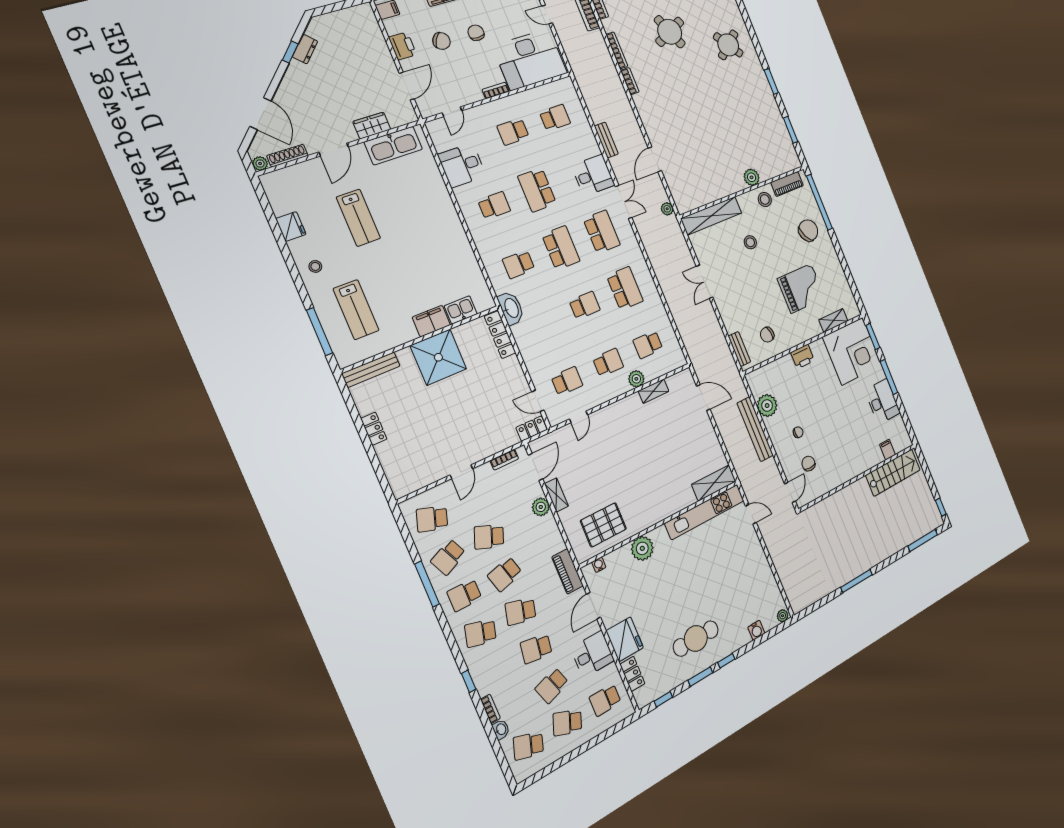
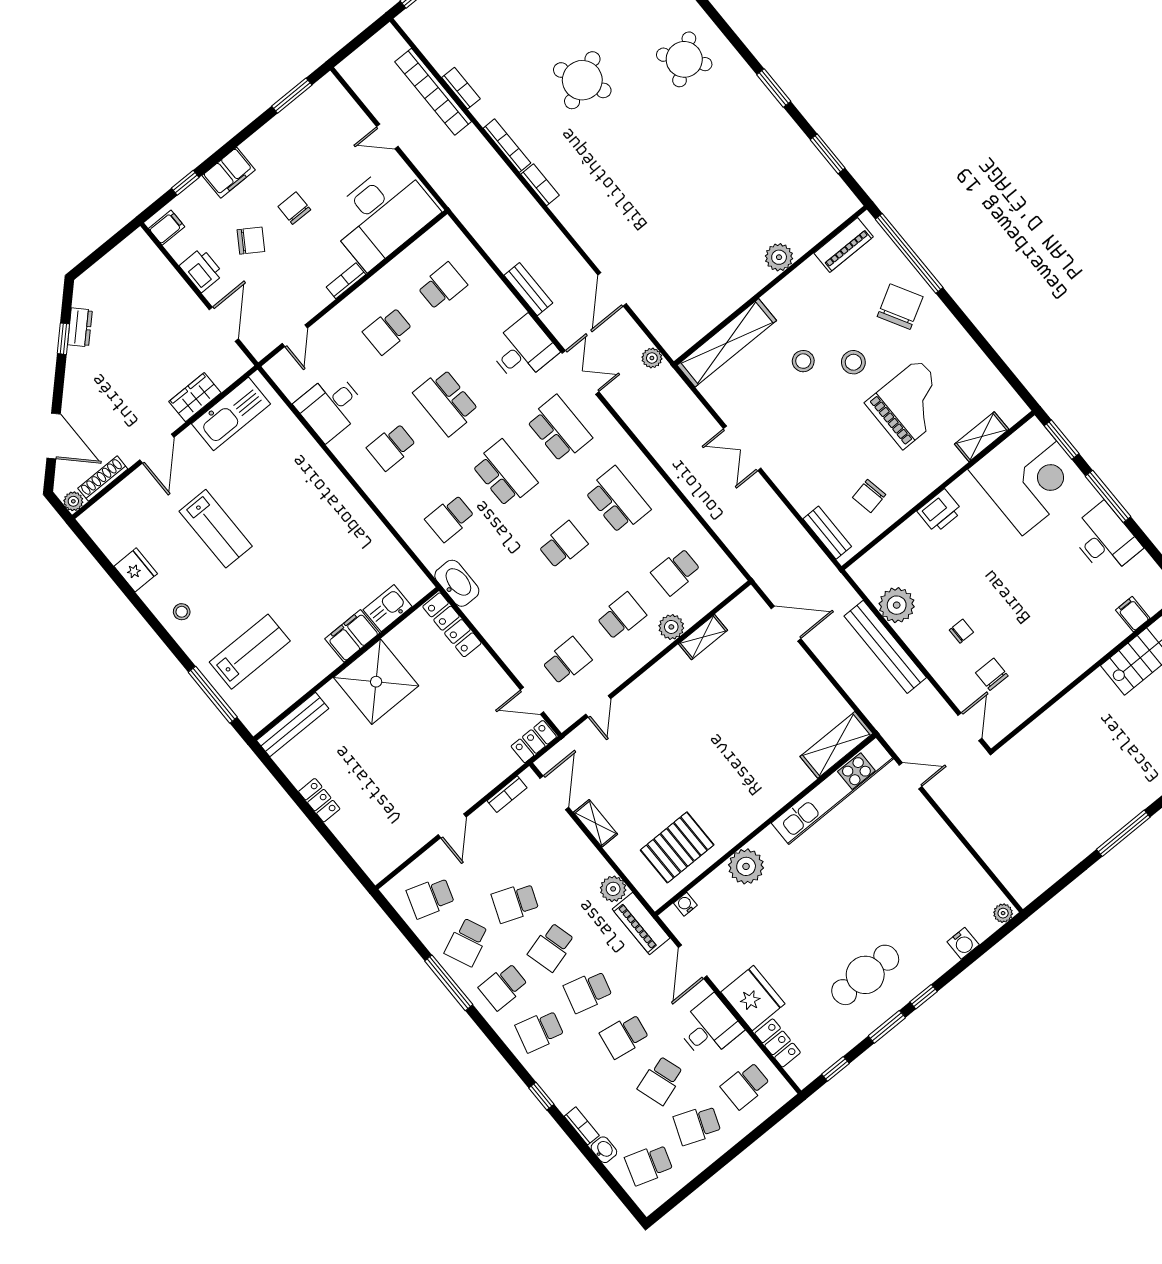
stool: (765, 199) -> (853, 362), moved
school desk: (494, 206) -> (392, 447), turned 180
lab bench: (356, 310) -> (250, 652), turned -90
plant: (541, 507) -> (613, 889), moved

